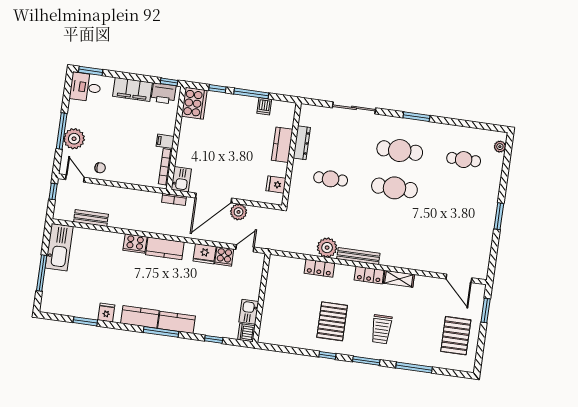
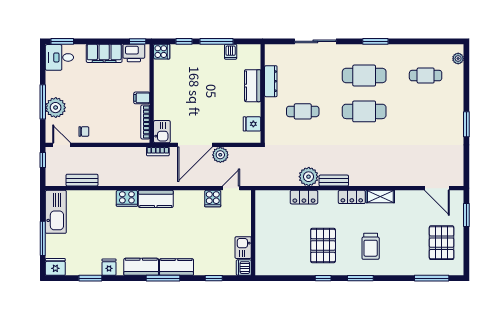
cooker: (194, 103) -> (162, 52), width x0.53, depth x0.76
fridge: (205, 254) -> (55, 267), moved, turned 180
bench: (358, 256) -> (334, 181), width x0.73
window: (414, 367) -> (432, 278), moved

